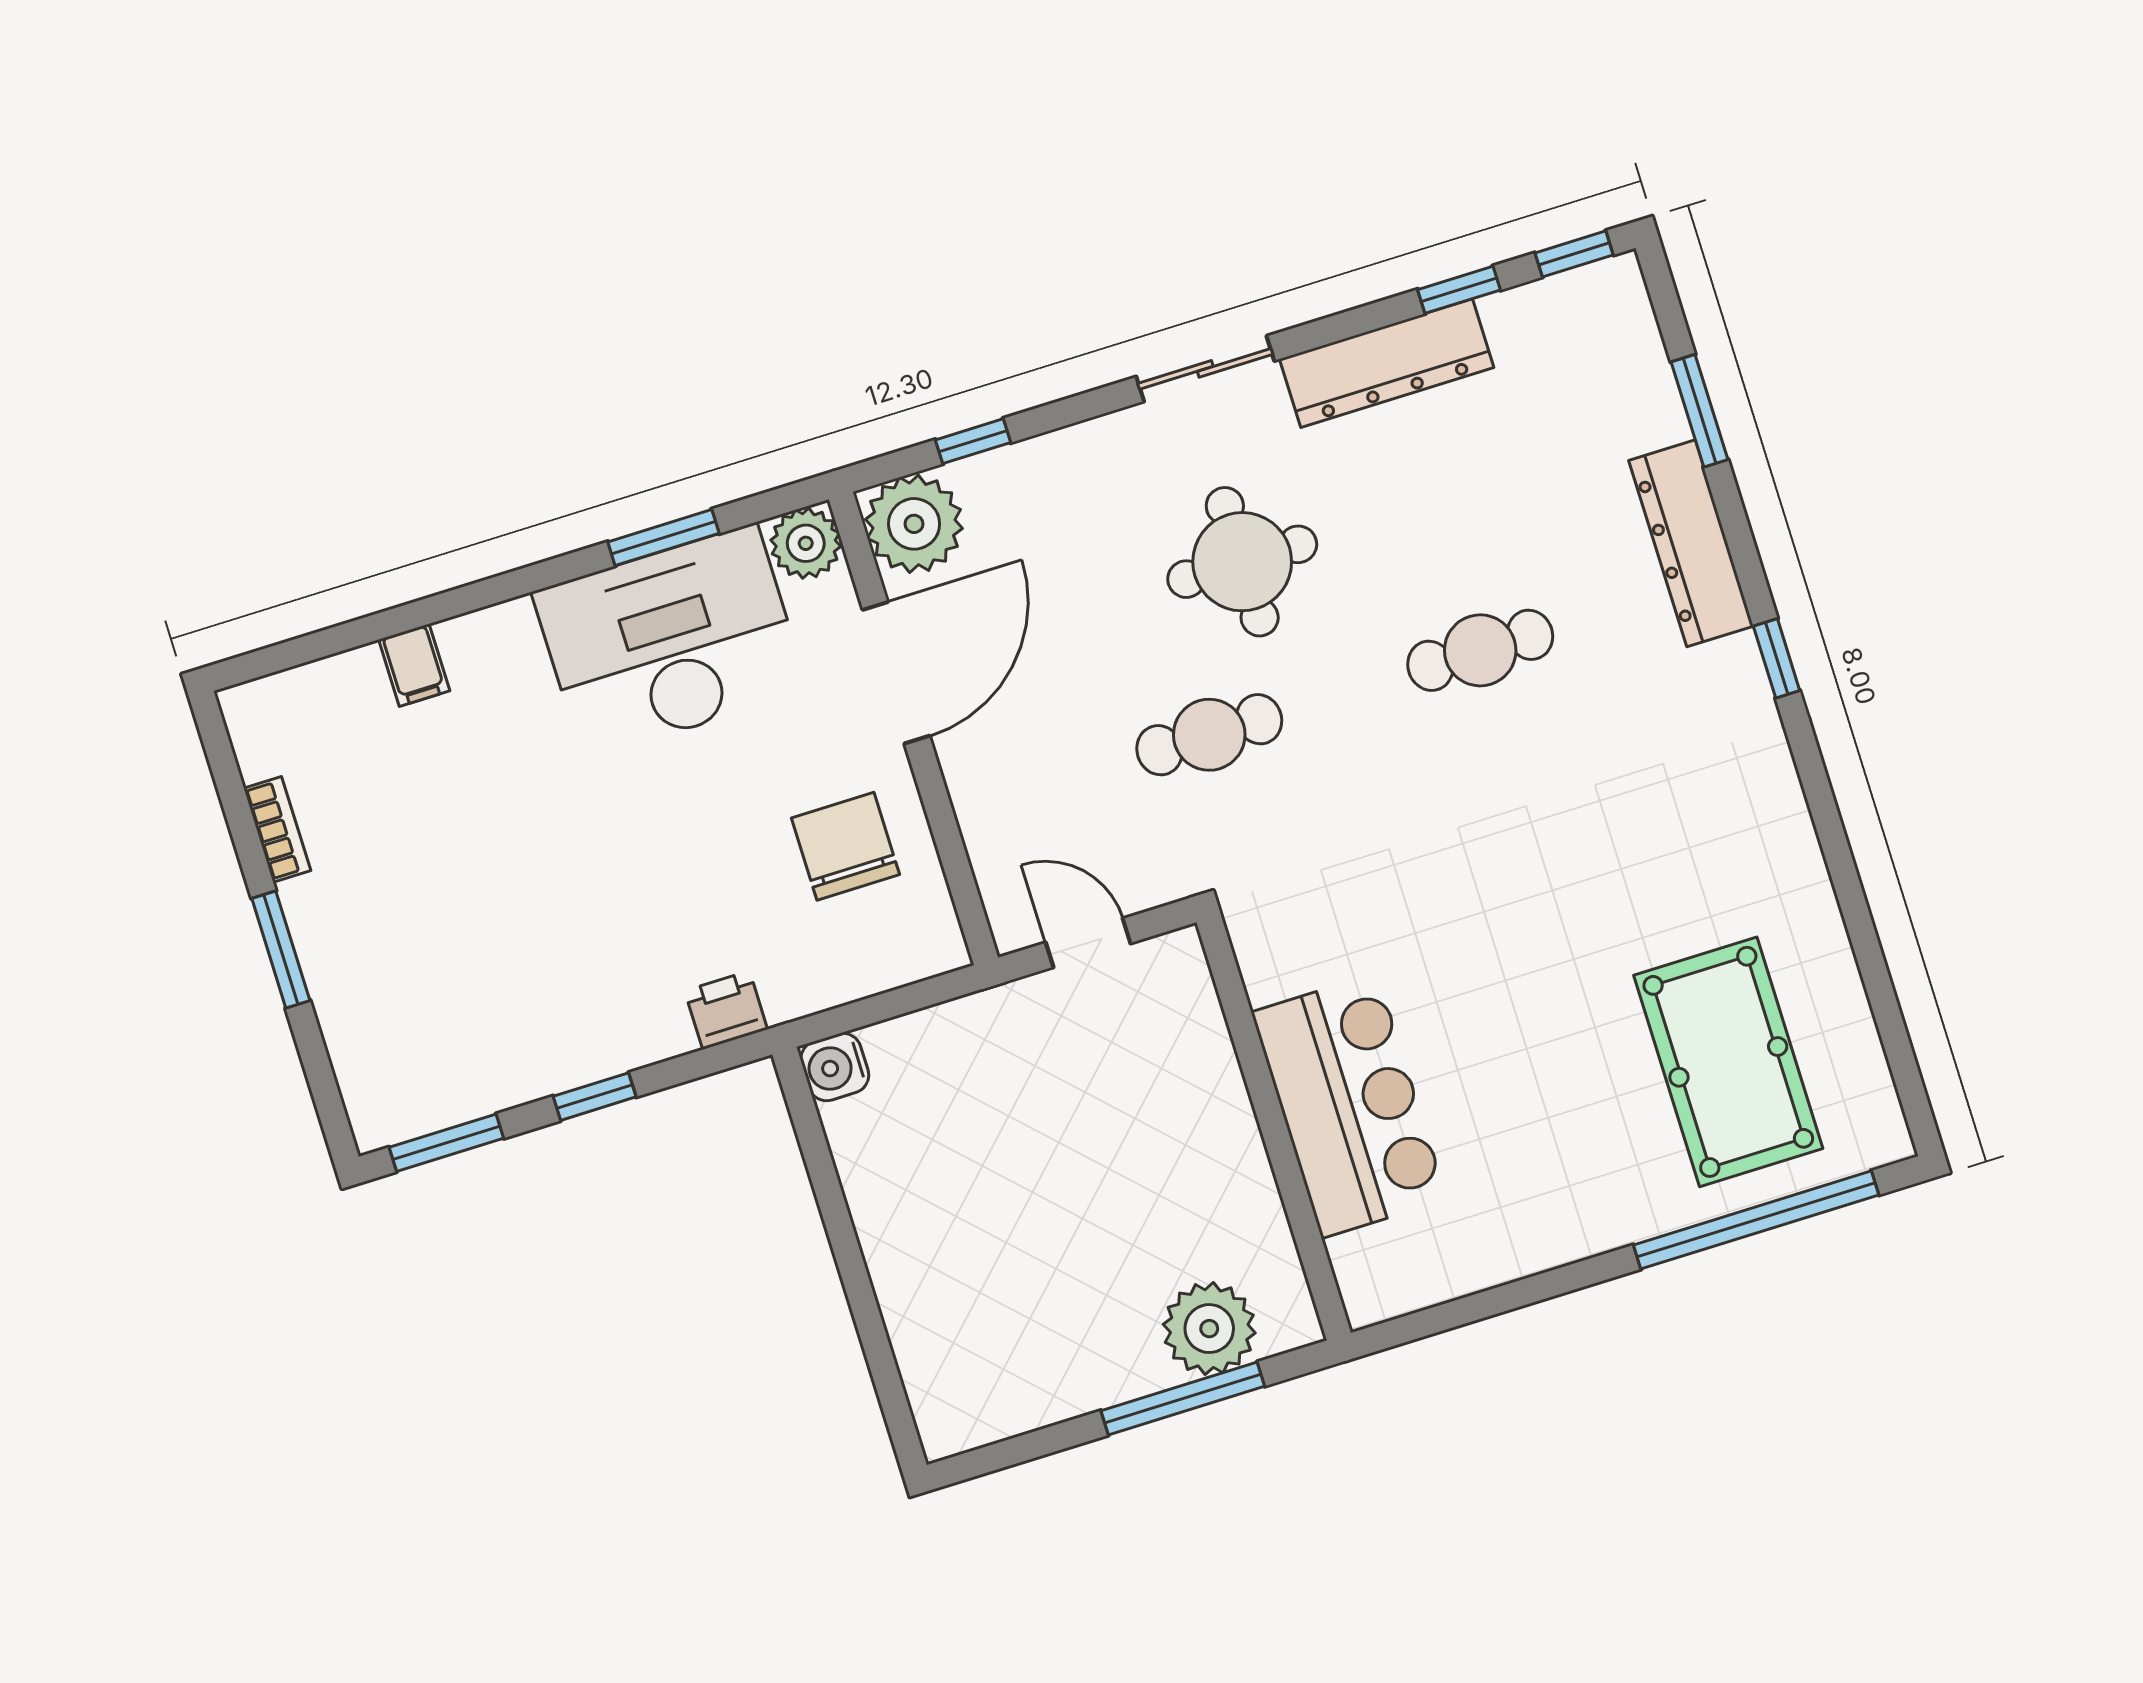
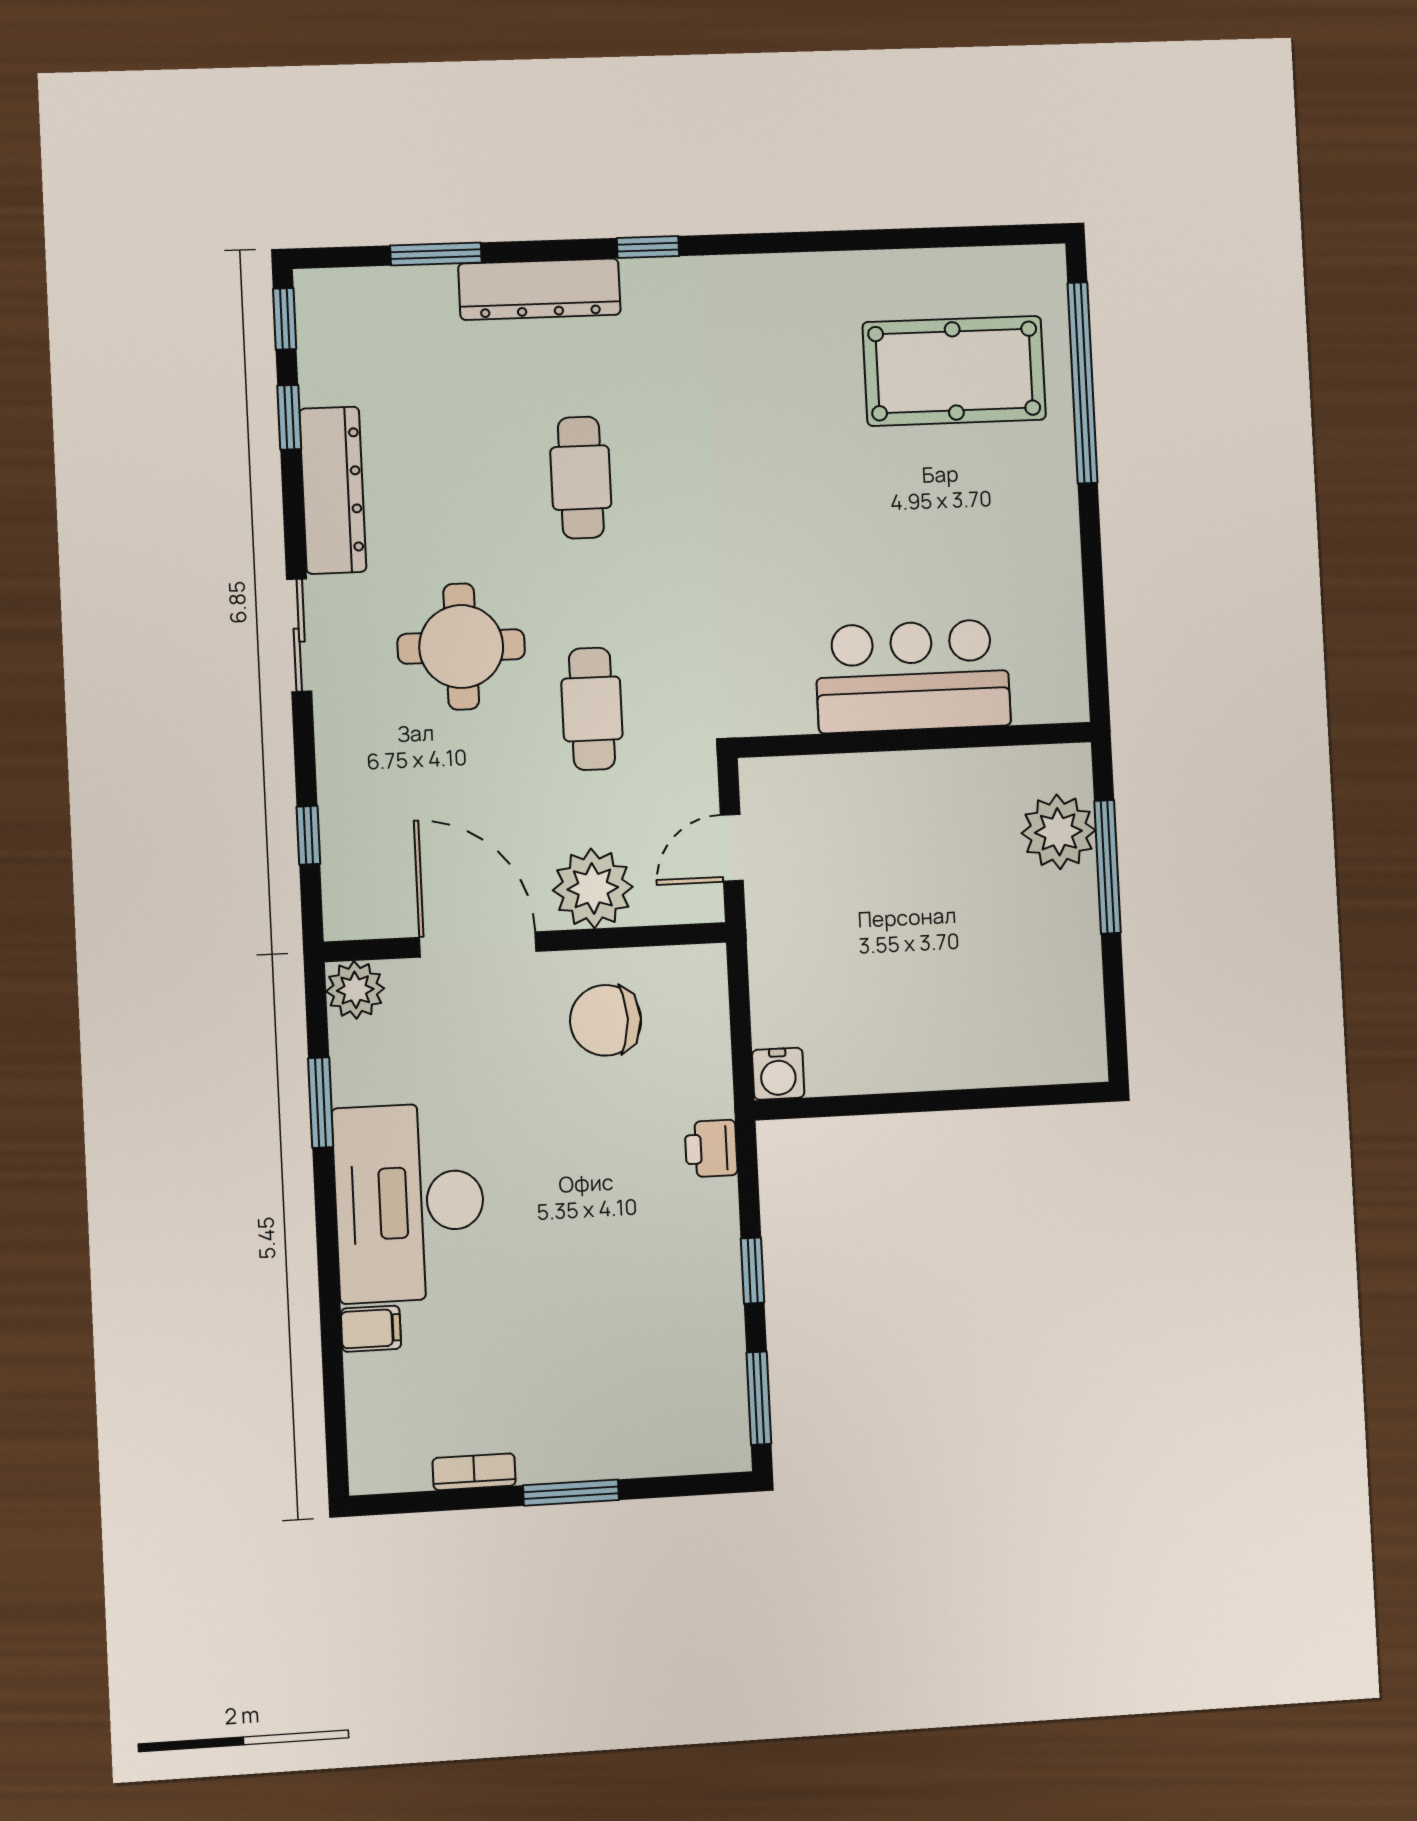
plant: (914, 524) -> (593, 888), moved
desk: (670, 641) -> (409, 1202), moved

